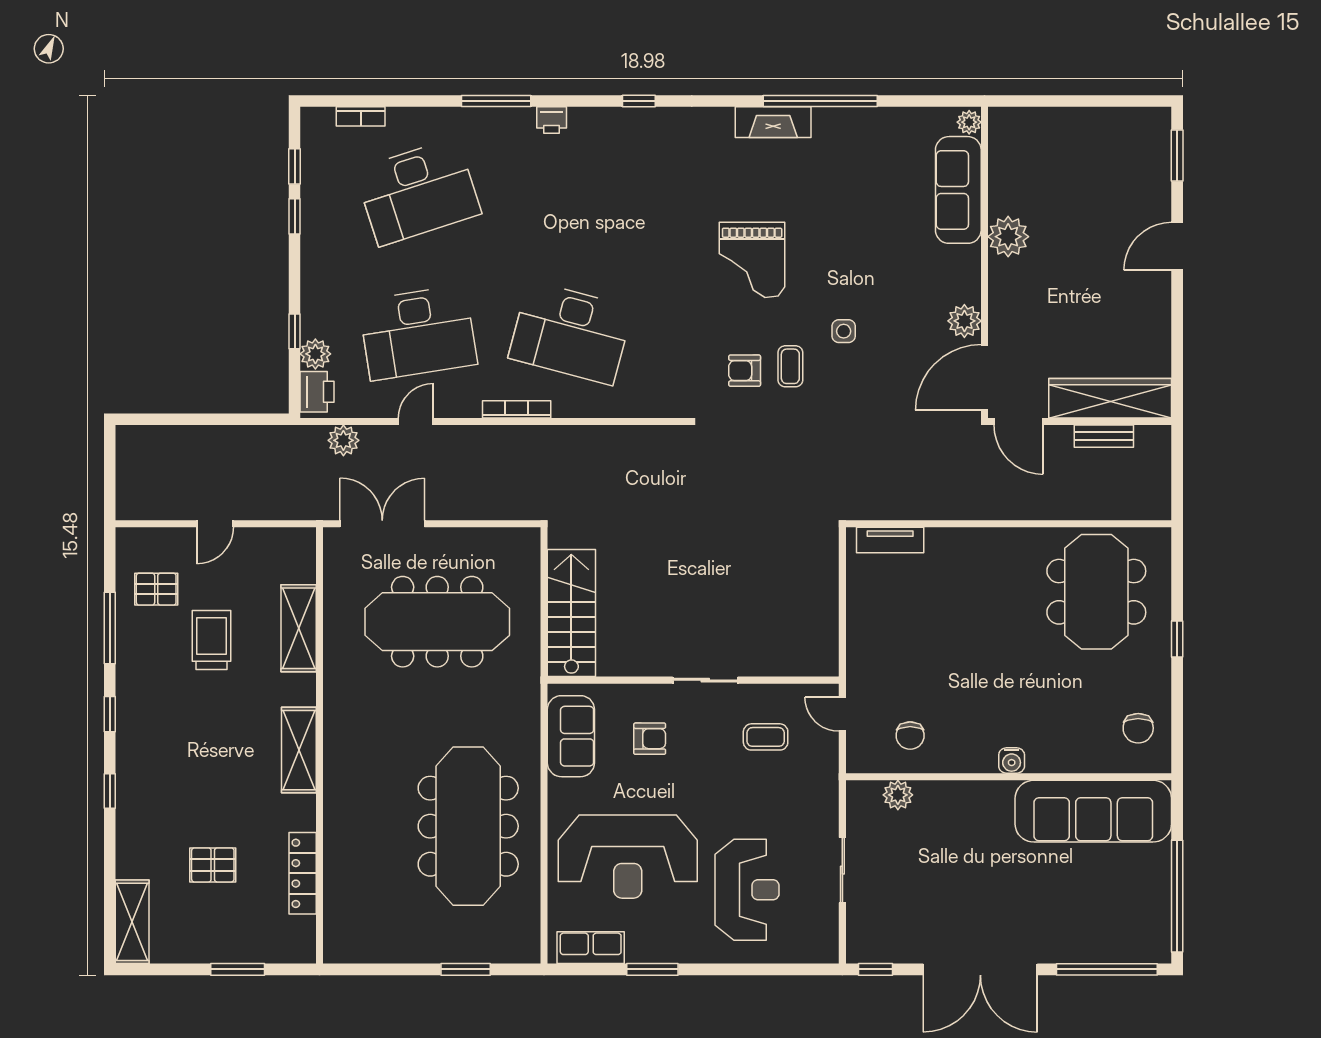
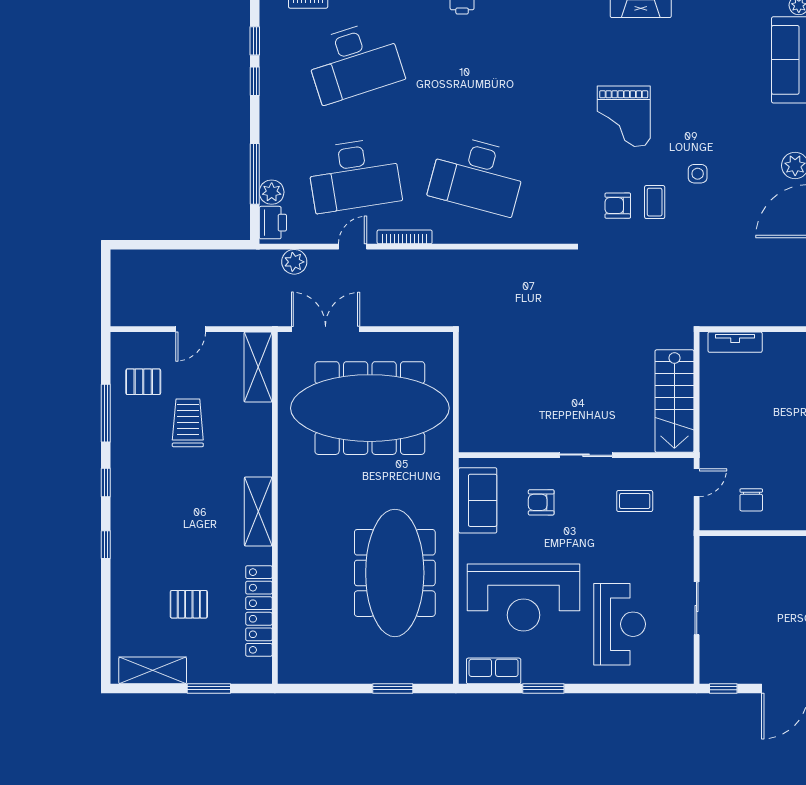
window: (295, 331) -> (255, 174), width x2.17
bookcase: (517, 409) -> (405, 237), moved
stairs: (571, 613) -> (674, 401), moved, turned 180
meeting table: (437, 622) -> (370, 408), width x1.36, depth x1.27
shelving: (299, 628) -> (258, 367), moved
door: (842, 714) -> (697, 483), swing flipped
armchair: (650, 739) -> (541, 502), turned 180
plant: (898, 795) -> (741, 548), removed
locker: (303, 873) -> (259, 611), width x1.41, depth x1.21
shelving: (132, 922) -> (153, 670), moved, turned 90

